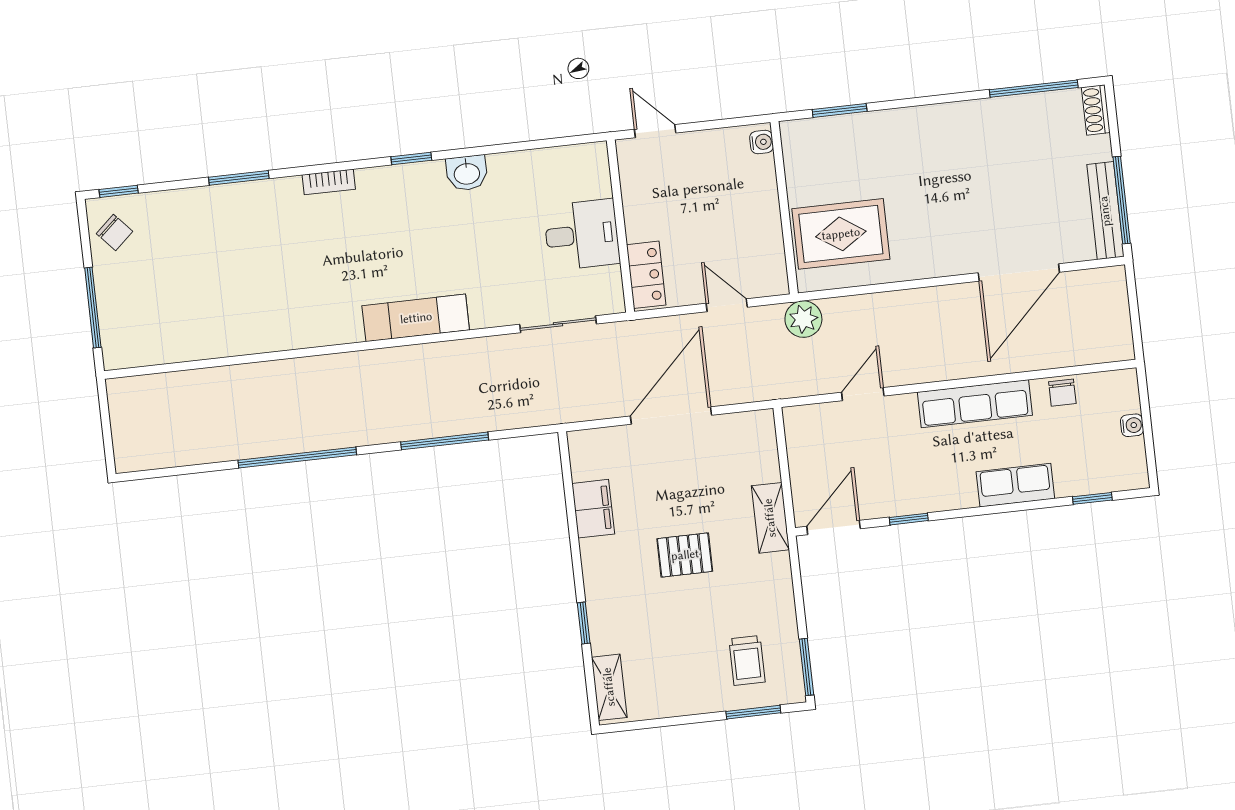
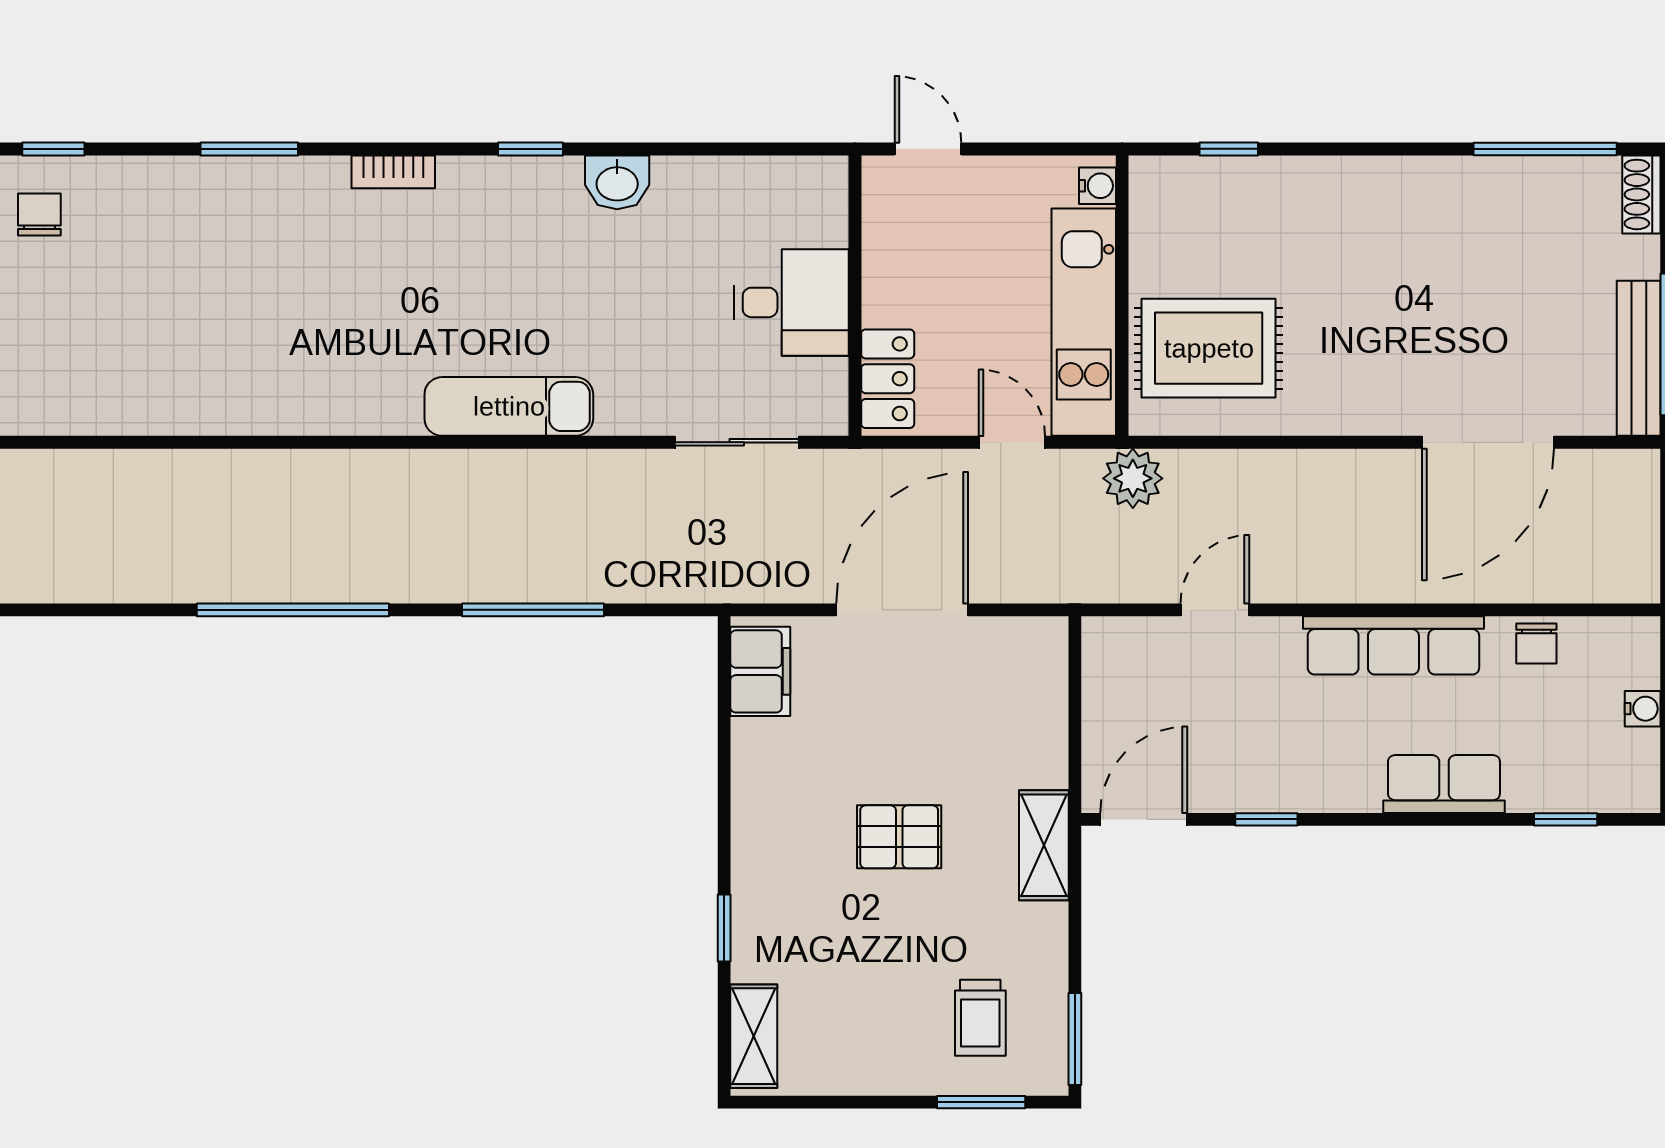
window: (840, 110) -> (1229, 149), width x0.67
kitchen unit: (763, 227) -> (1084, 322), added
chair: (115, 232) -> (39, 215), turned -138
filing cabinet: (593, 509) -> (760, 671), moved
shelving: (770, 518) -> (1044, 845), moved

